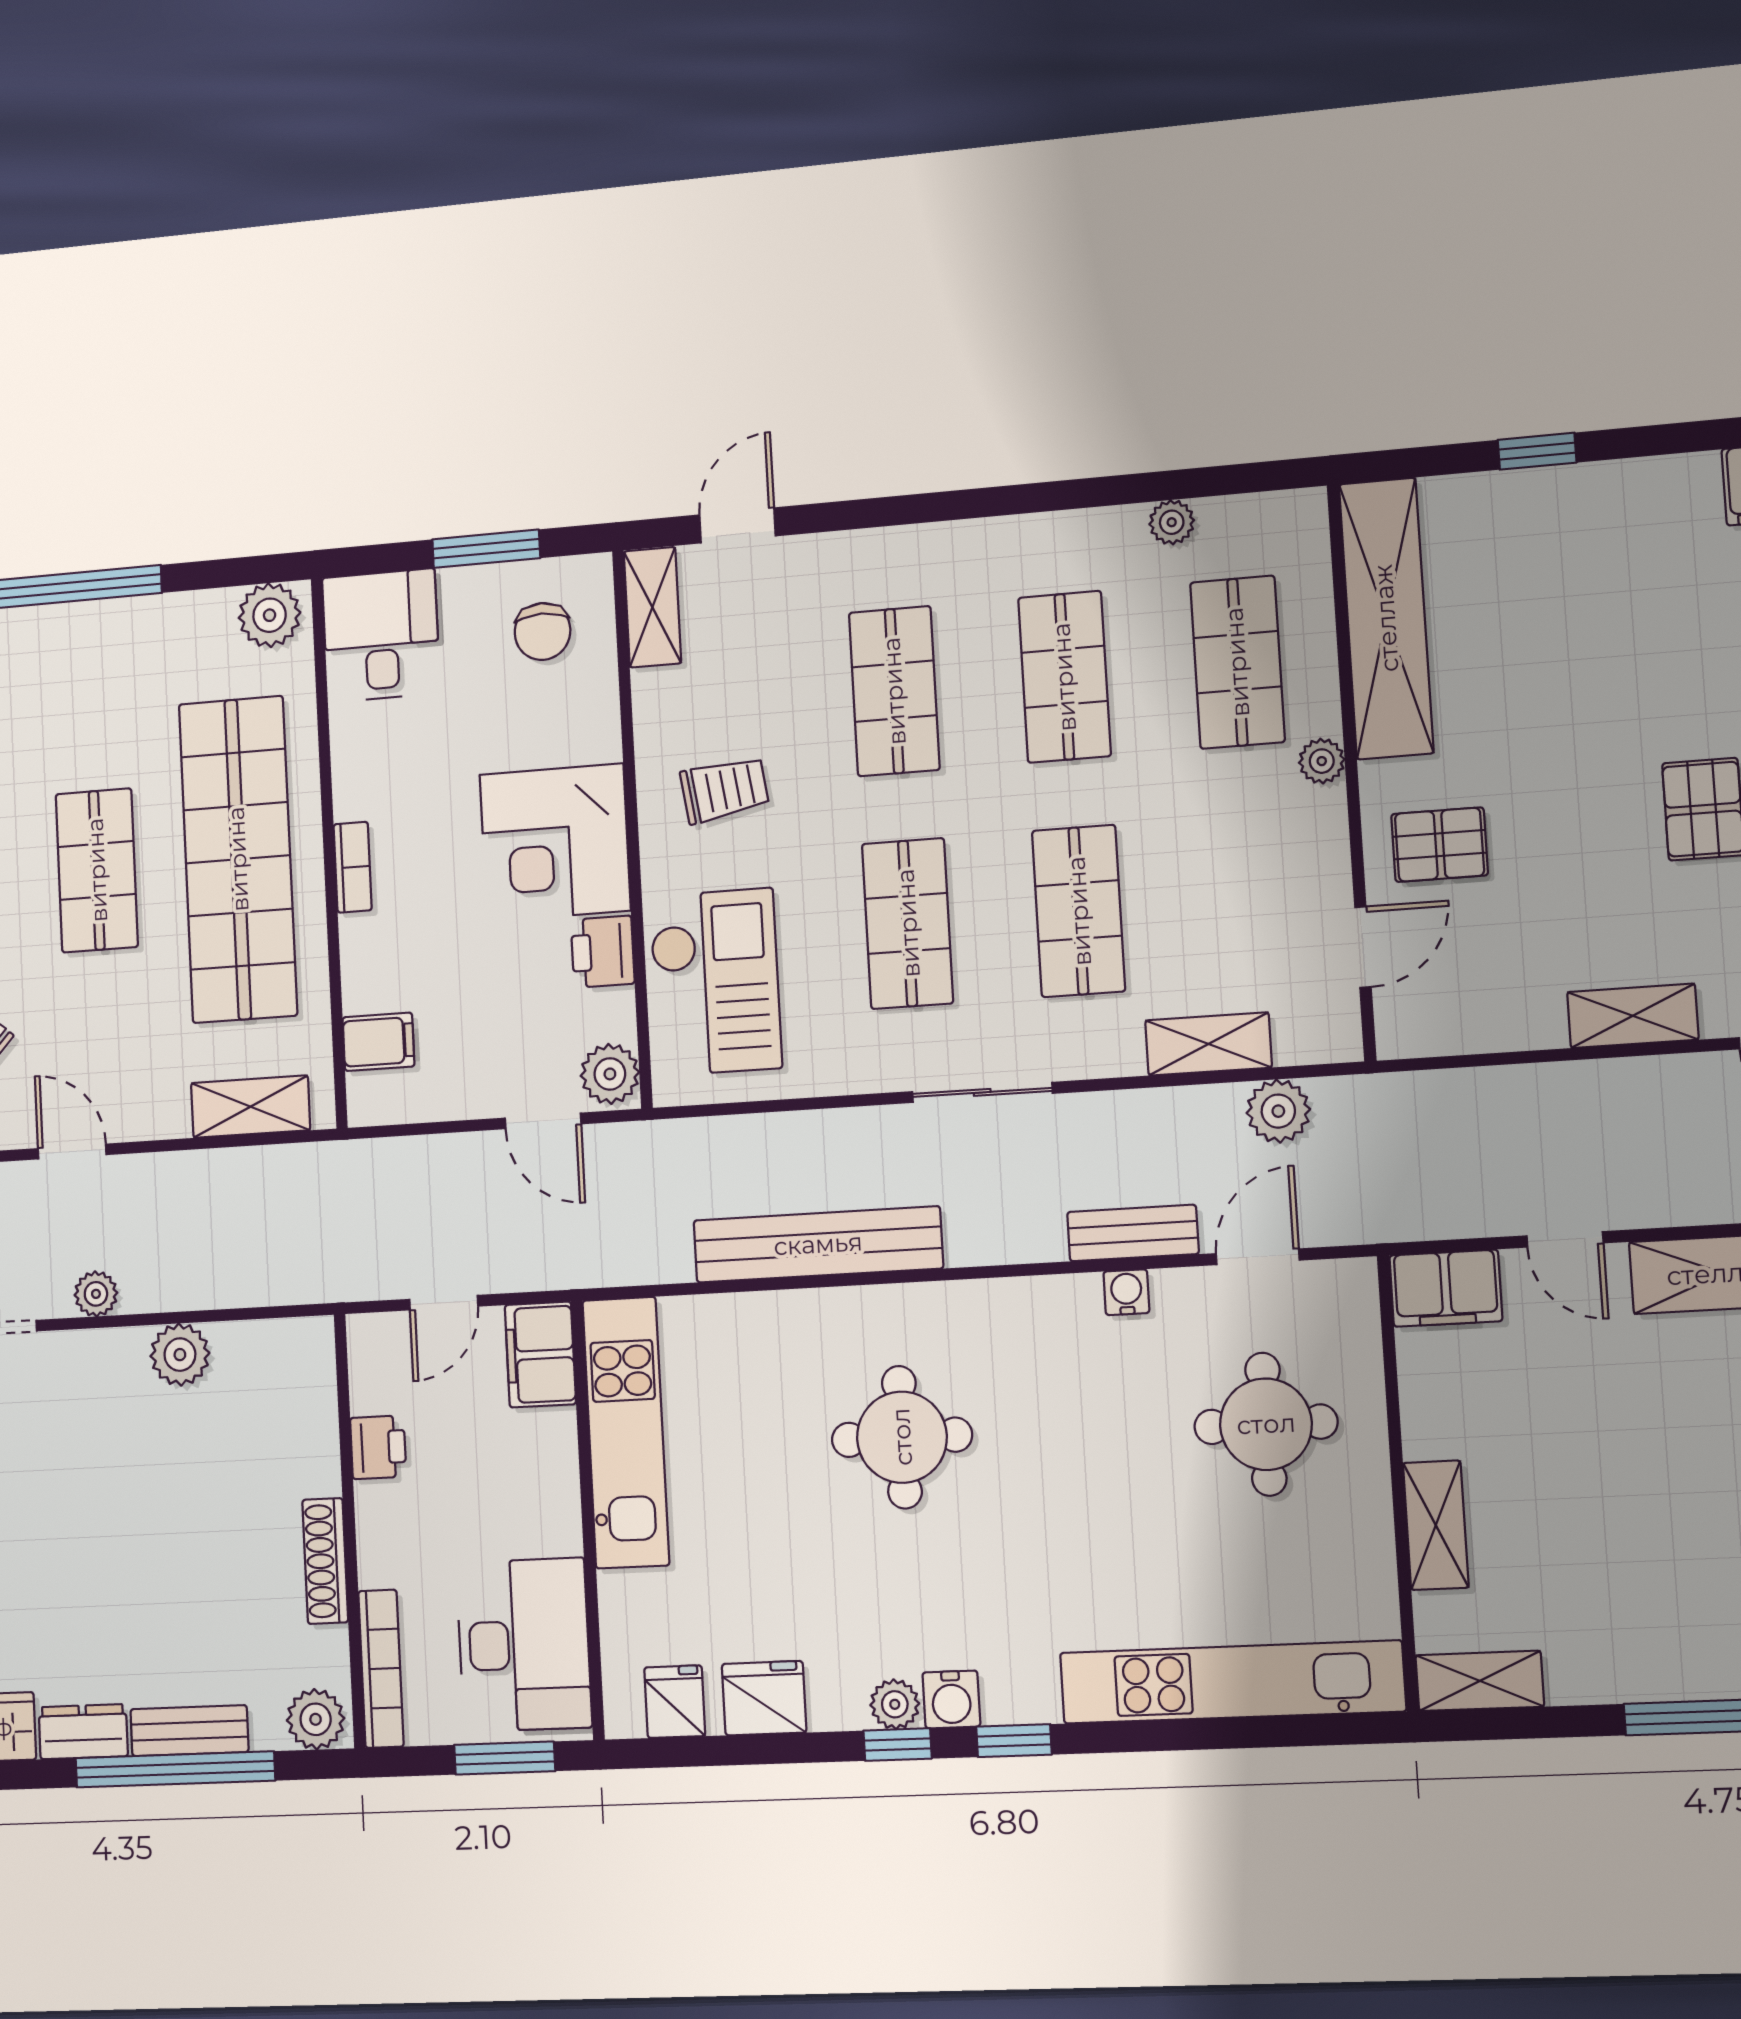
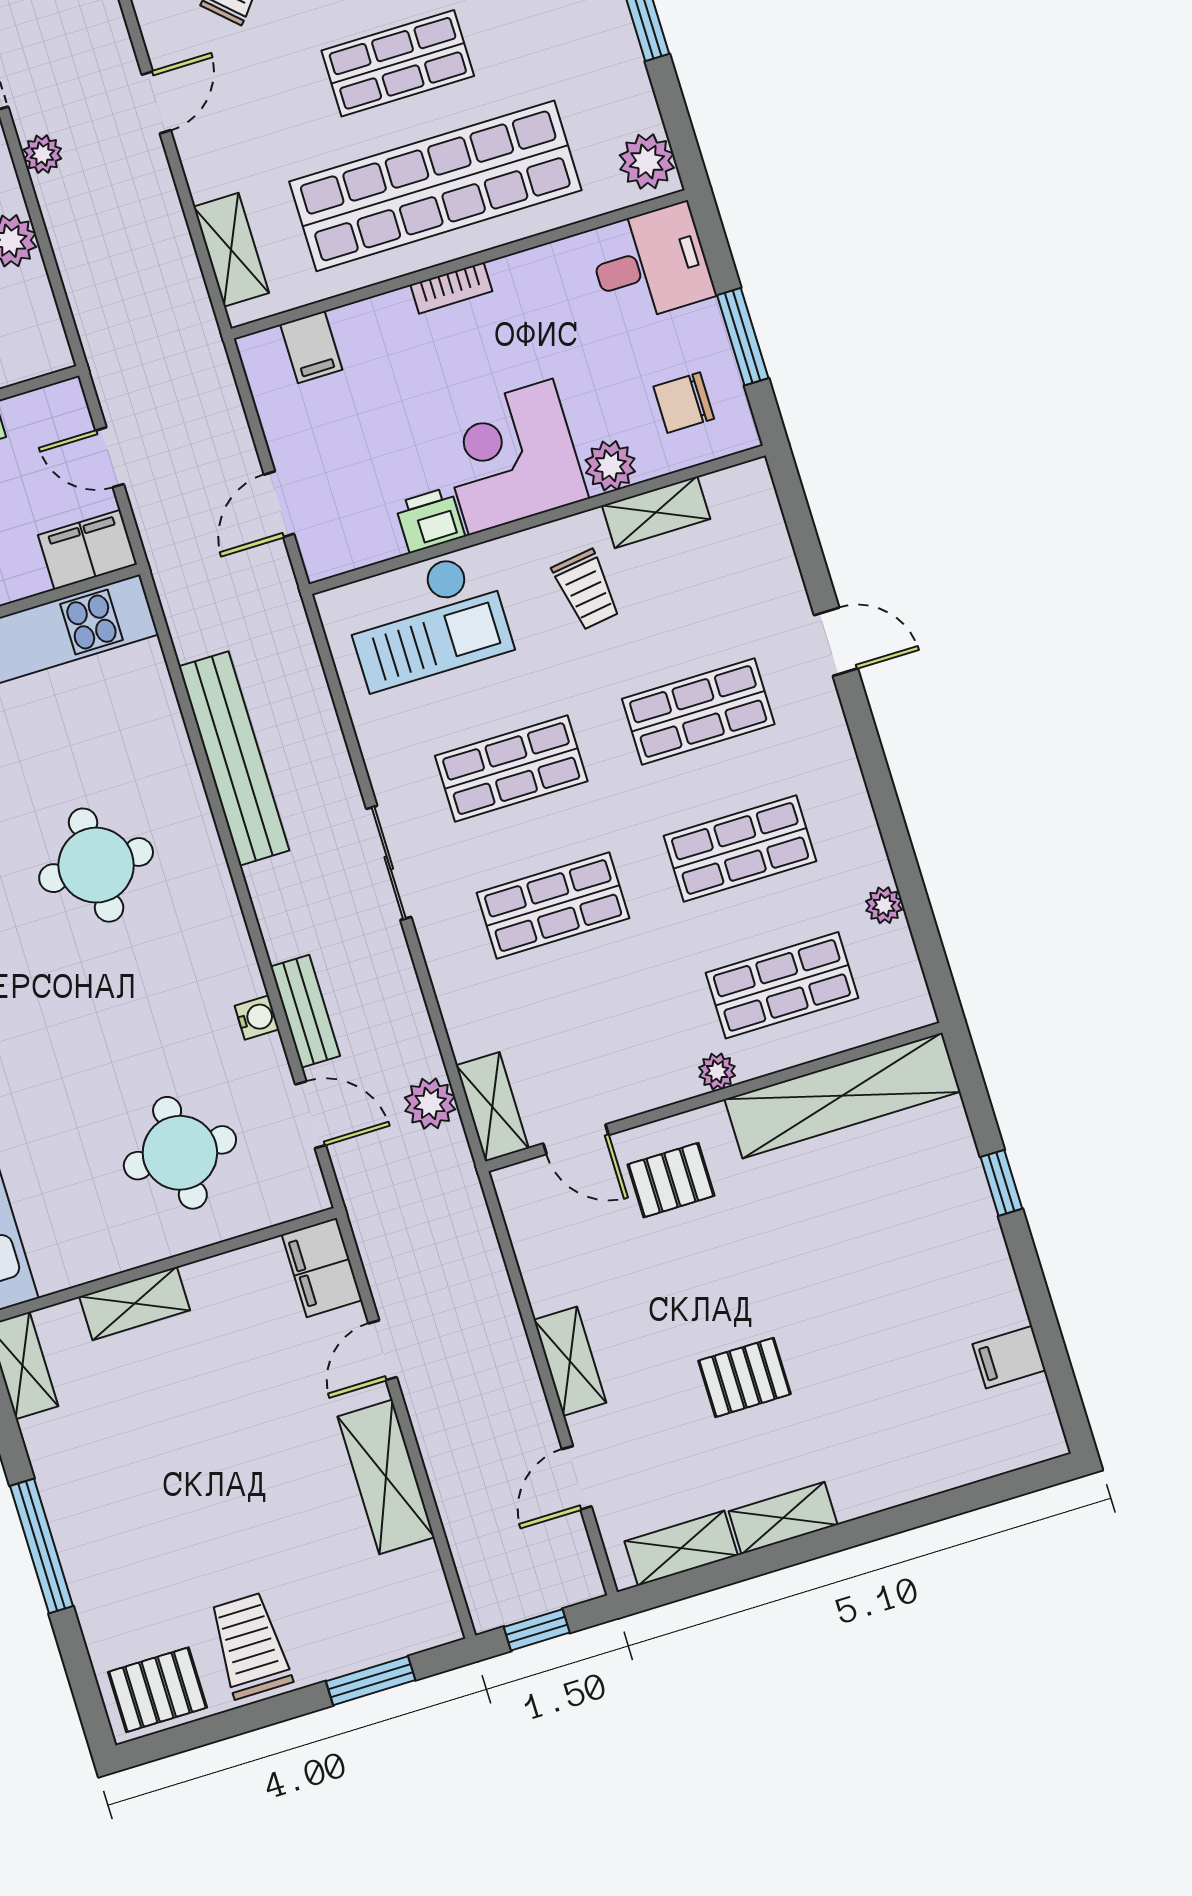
door: (737, 525) -> (836, 642), moved
shelving: (652, 607) -> (656, 512), moved
pallet: (1440, 845) -> (671, 1180), turned 90
shelving: (1208, 1044) -> (492, 1107), moved
plant: (610, 1074) -> (610, 466), moved

